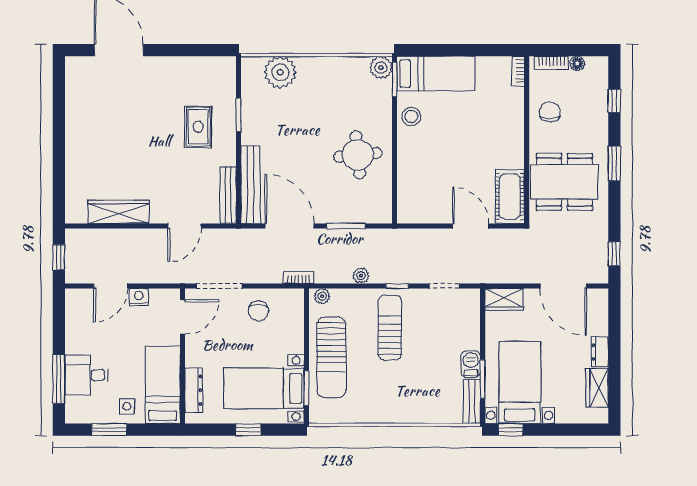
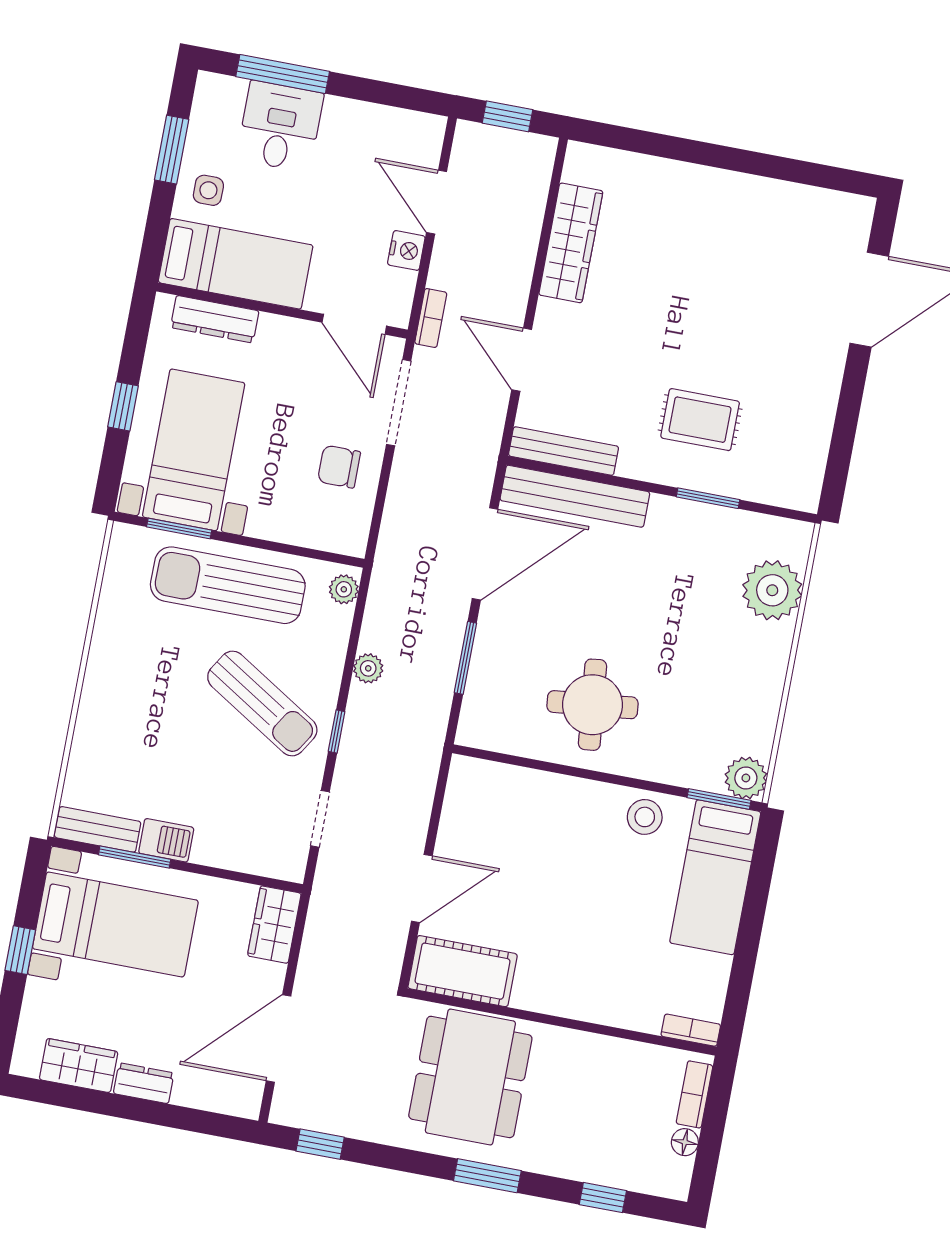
chair: (550, 112) -> (605, 1075), removed
bookcase: (299, 278) -> (431, 318), moved
sun lounger: (390, 328) -> (262, 703), turned 32
window: (511, 430) -> (20, 950), moved

